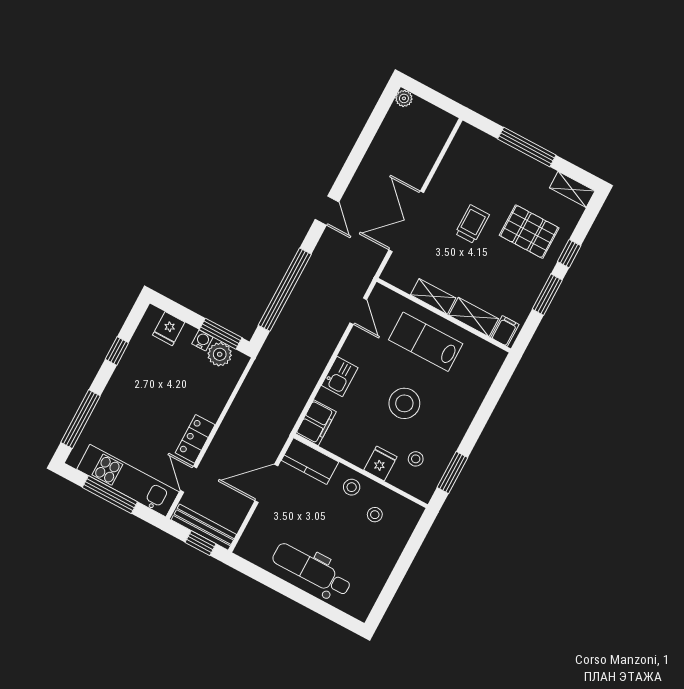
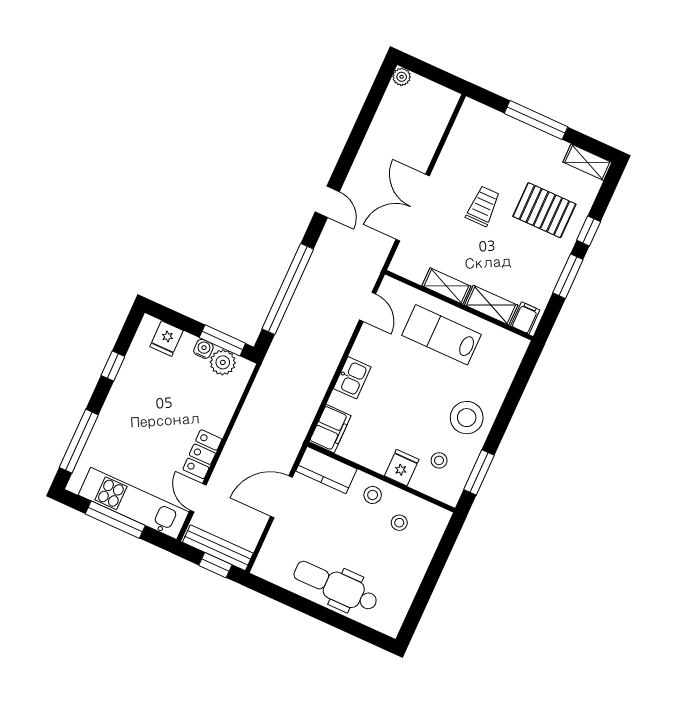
stool: (404, 403) -> (467, 418), moved

